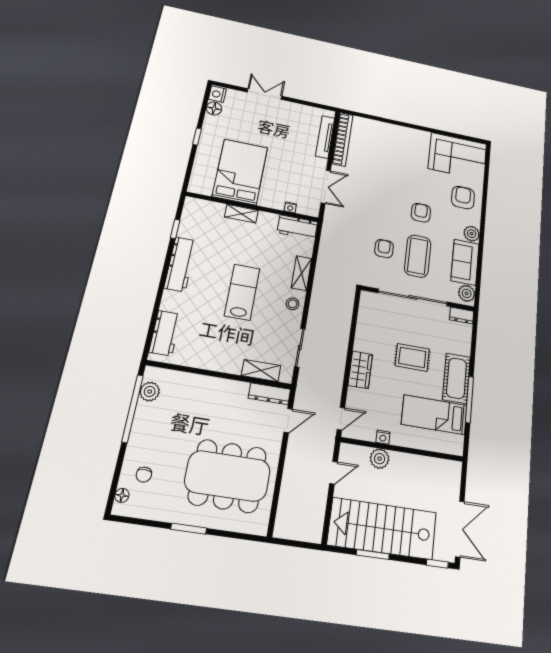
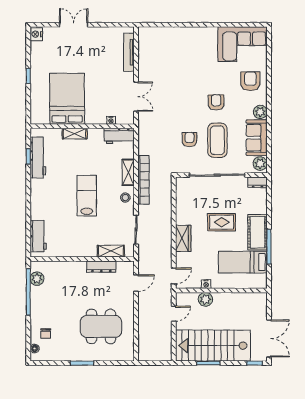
floor lamp: (214, 108) -> (36, 48), removed
bookcase: (342, 139) -> (143, 180), moved
workbench: (180, 264) -> (38, 157), moved
dresser: (269, 394) -> (101, 267), moved
dining table: (228, 476) -> (101, 326), width x0.73, depth x0.80

